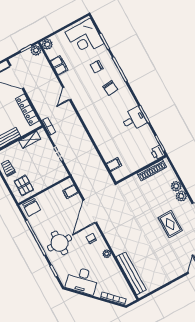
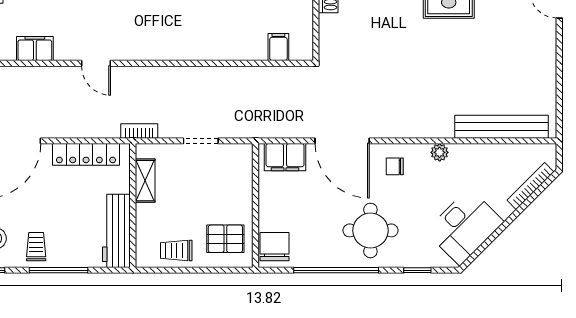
filing cabinet: (70, 192) -> (285, 157), width x2.00
chair: (32, 207) -> (274, 247), turned -90

